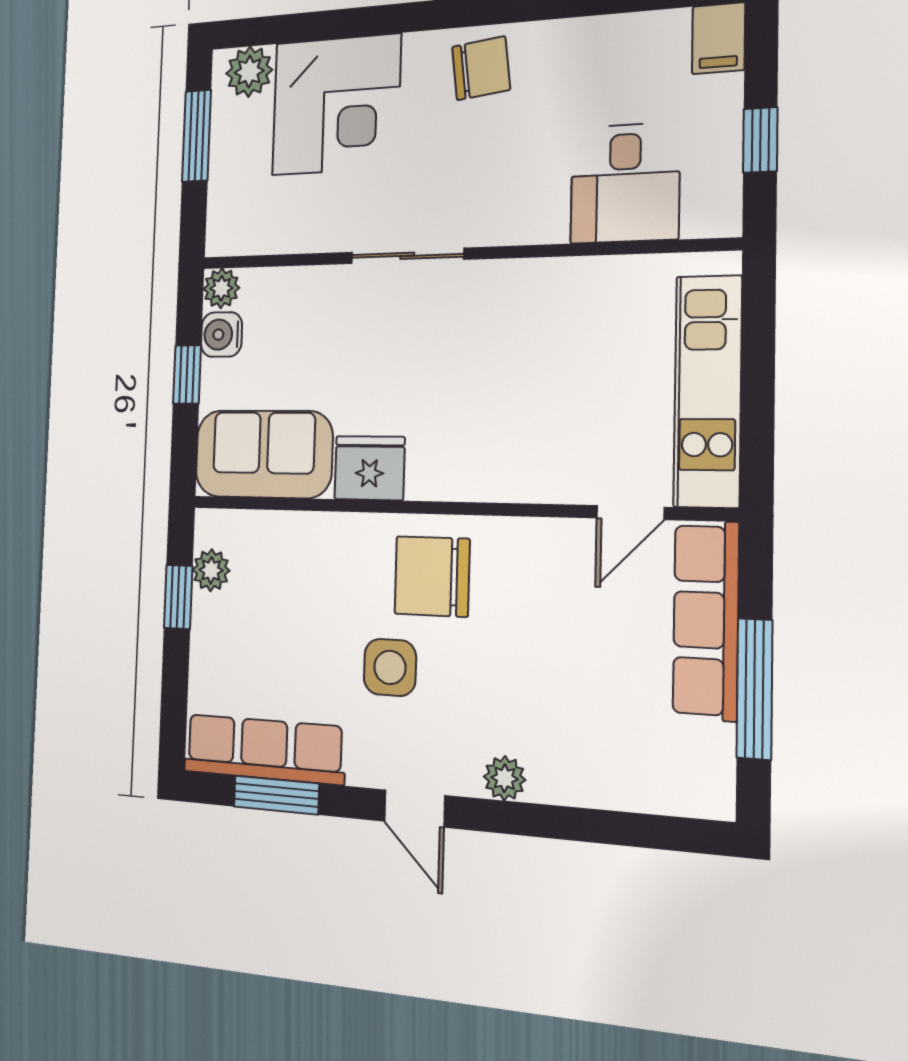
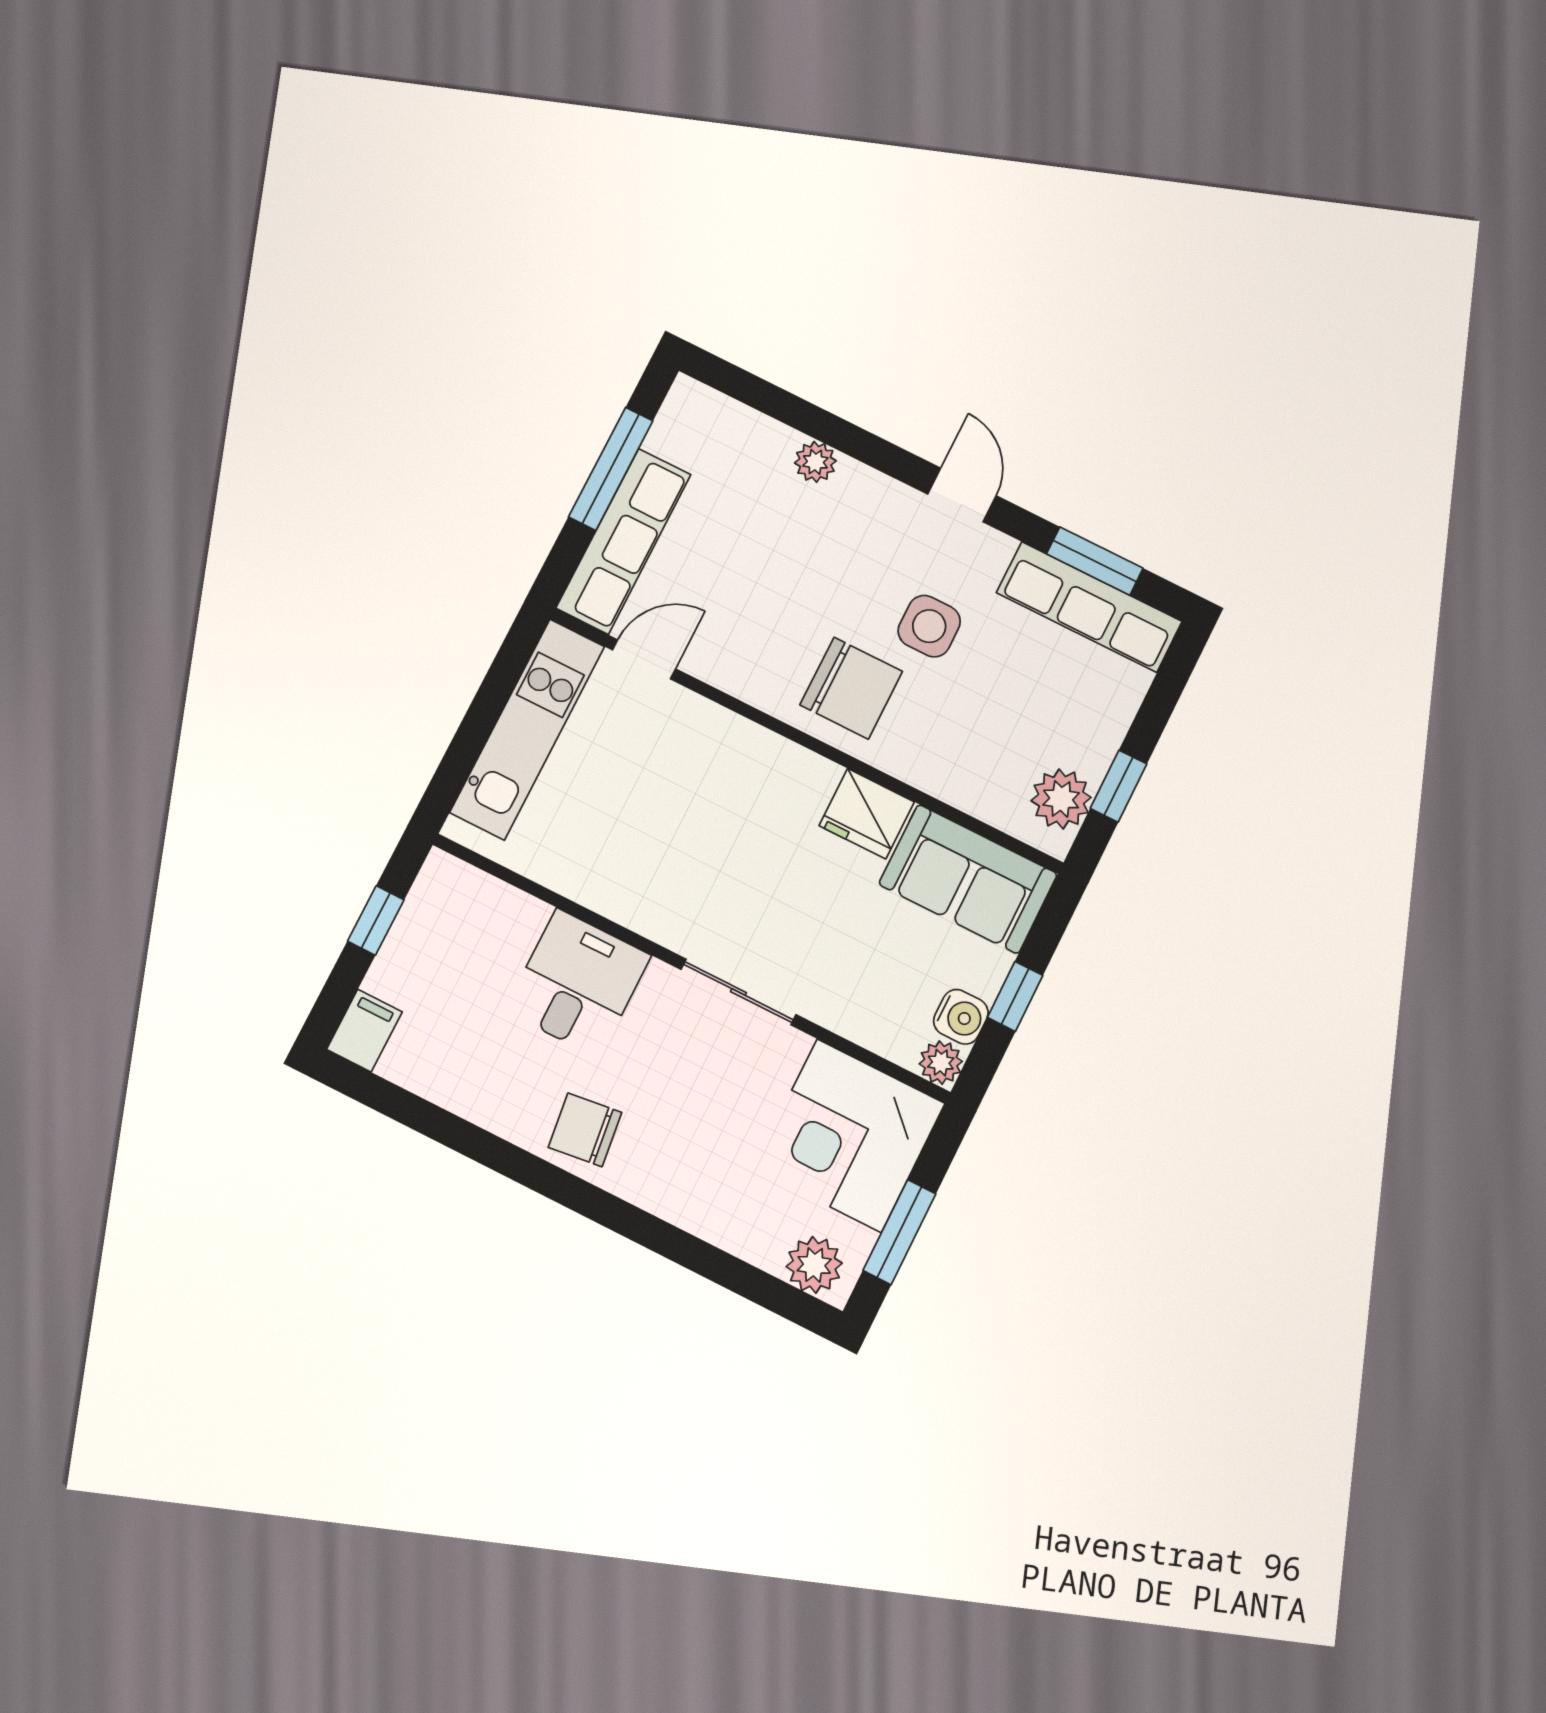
corner desk: (336, 105) -> (849, 1135), moved, turned -90
desk: (625, 183) -> (578, 983), moved
plant: (211, 570) -> (1061, 799), width x1.38, depth x1.38
plant: (505, 778) -> (815, 462), moved

